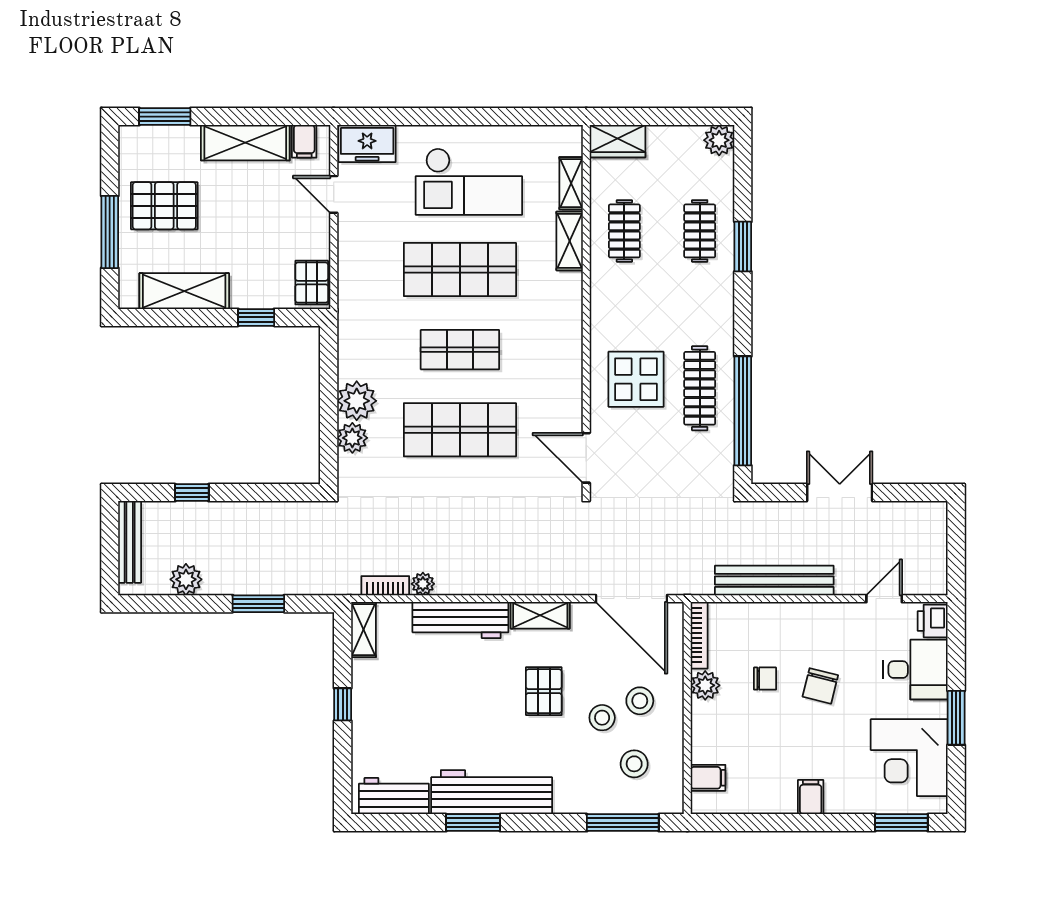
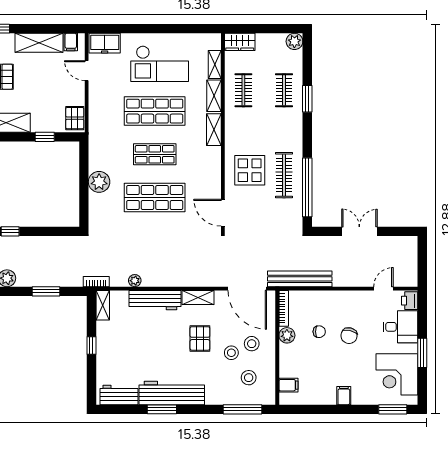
shelving: (570, 304) -> (214, 130), added
plant: (352, 438) -> (97, 202), removed
bench: (774, 580) -> (300, 279), moved
bookcase: (385, 586) -> (96, 282), moved

